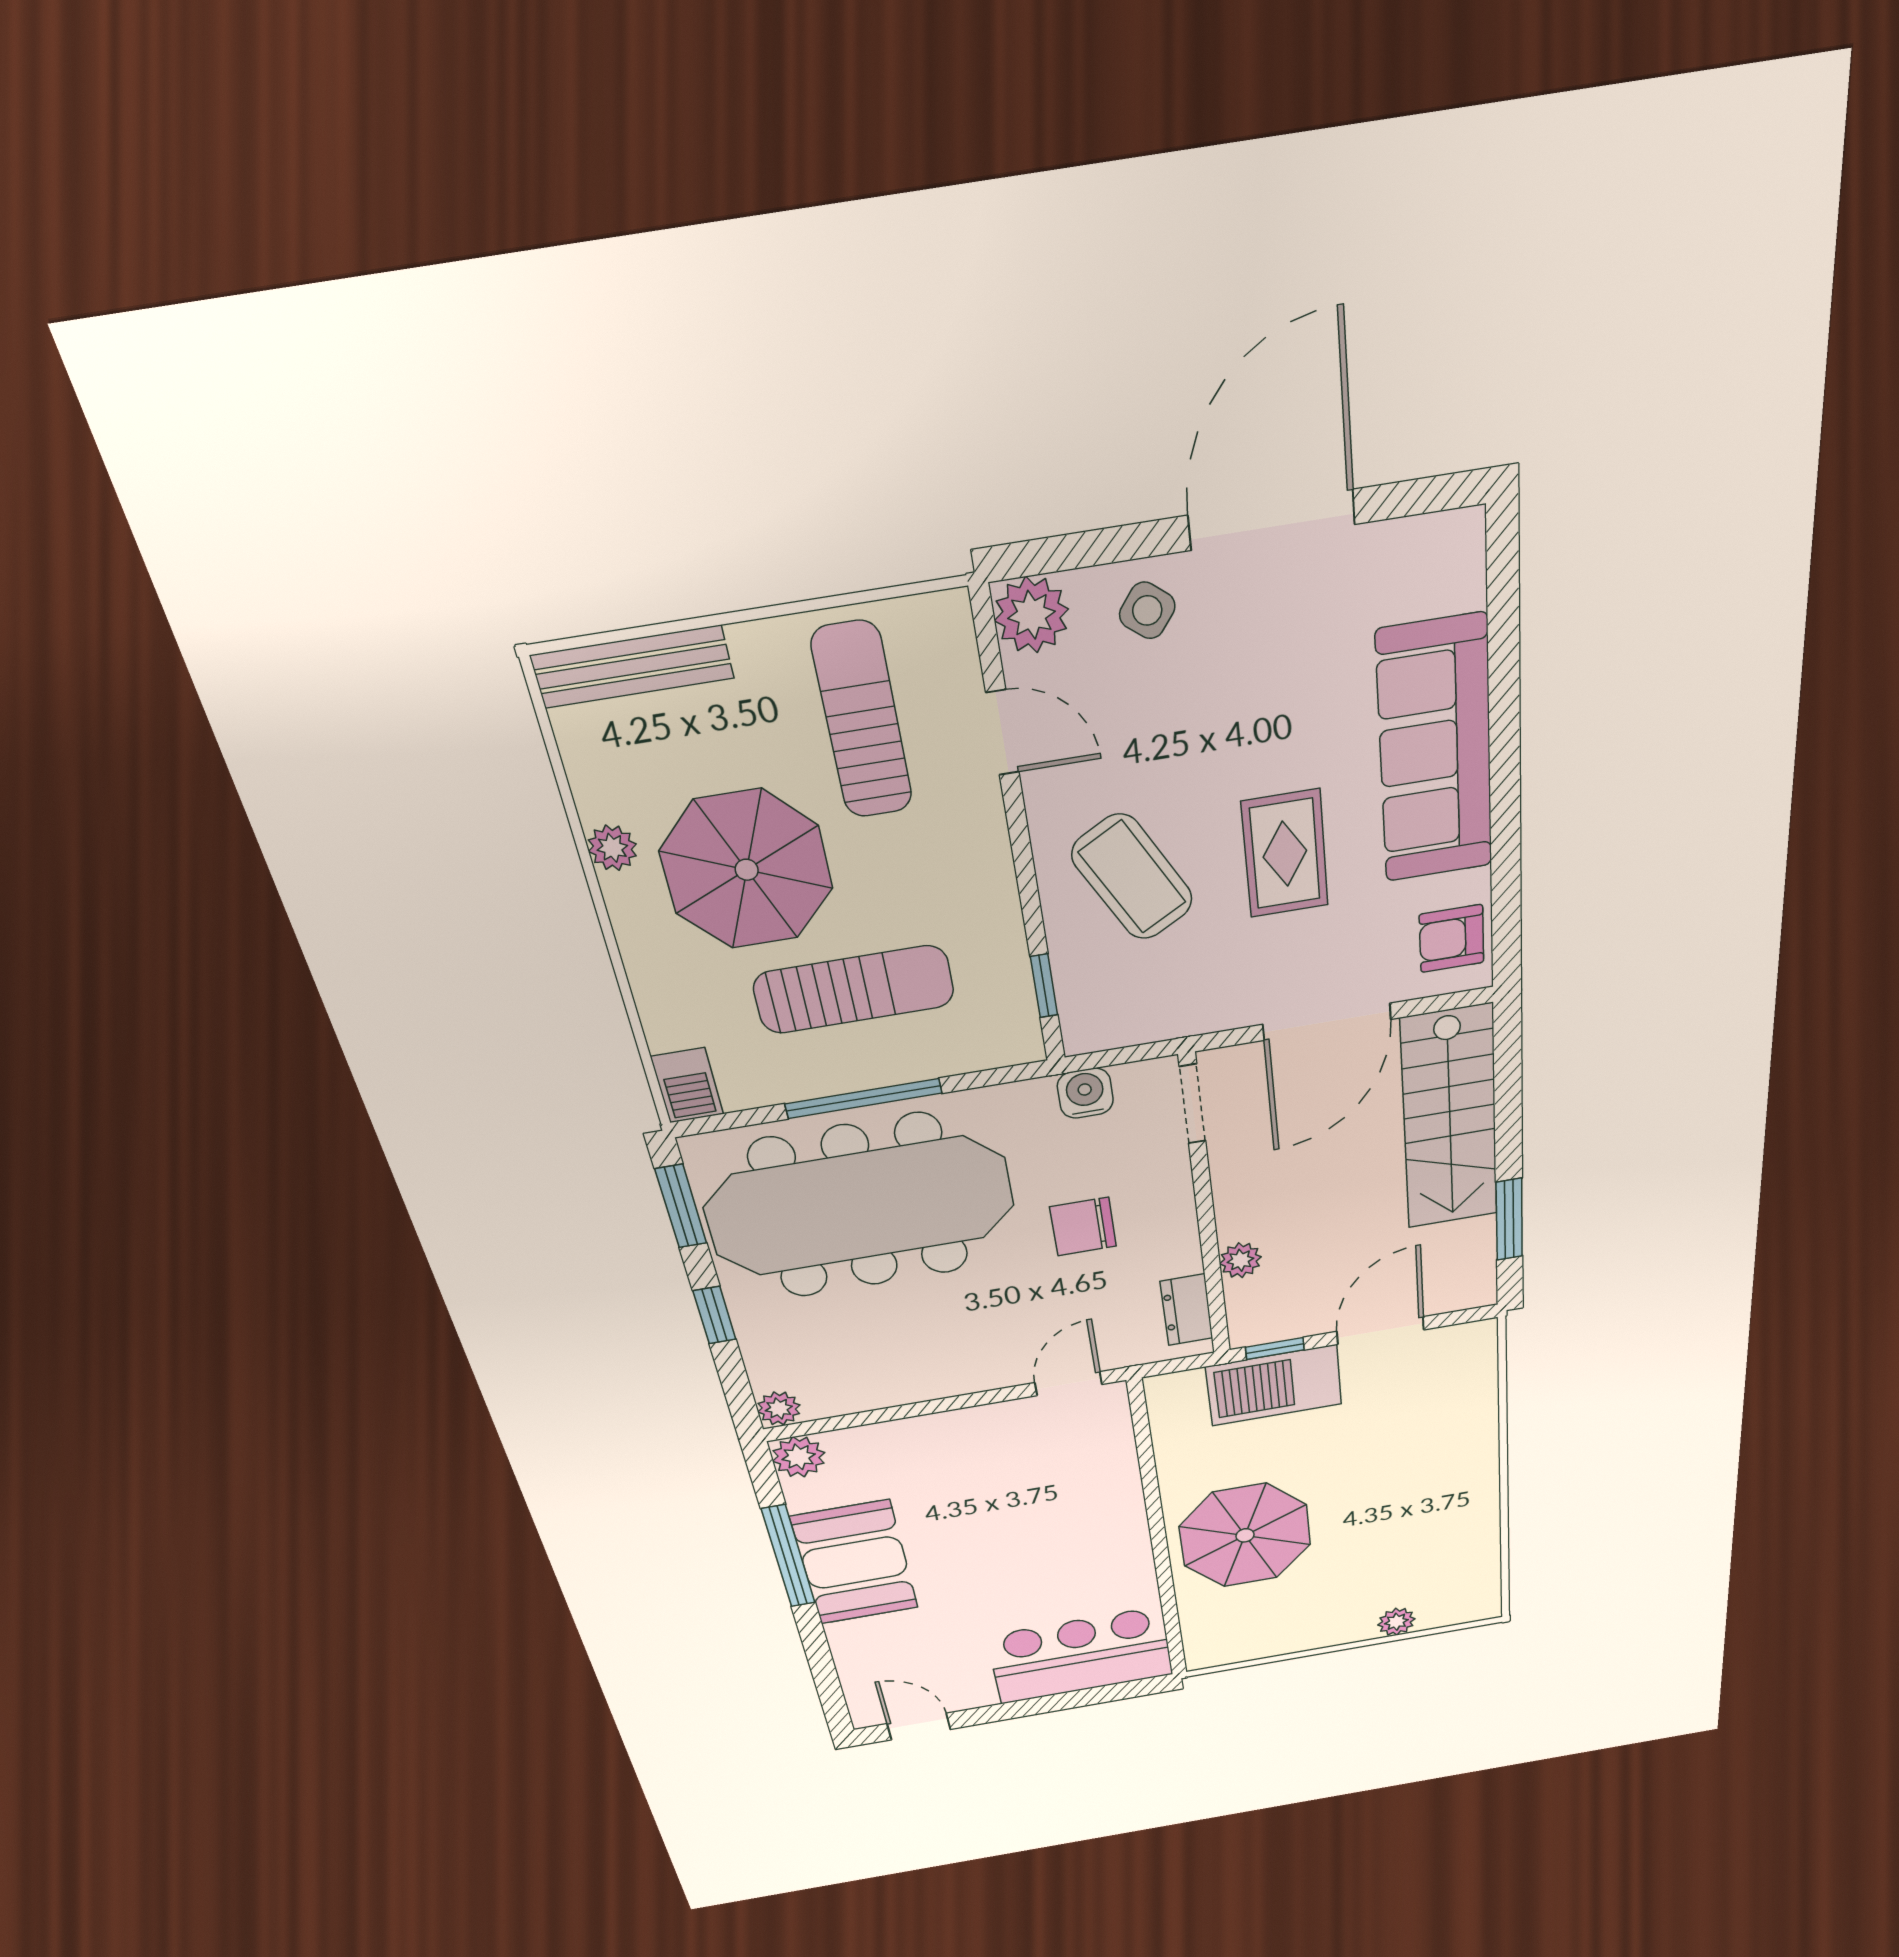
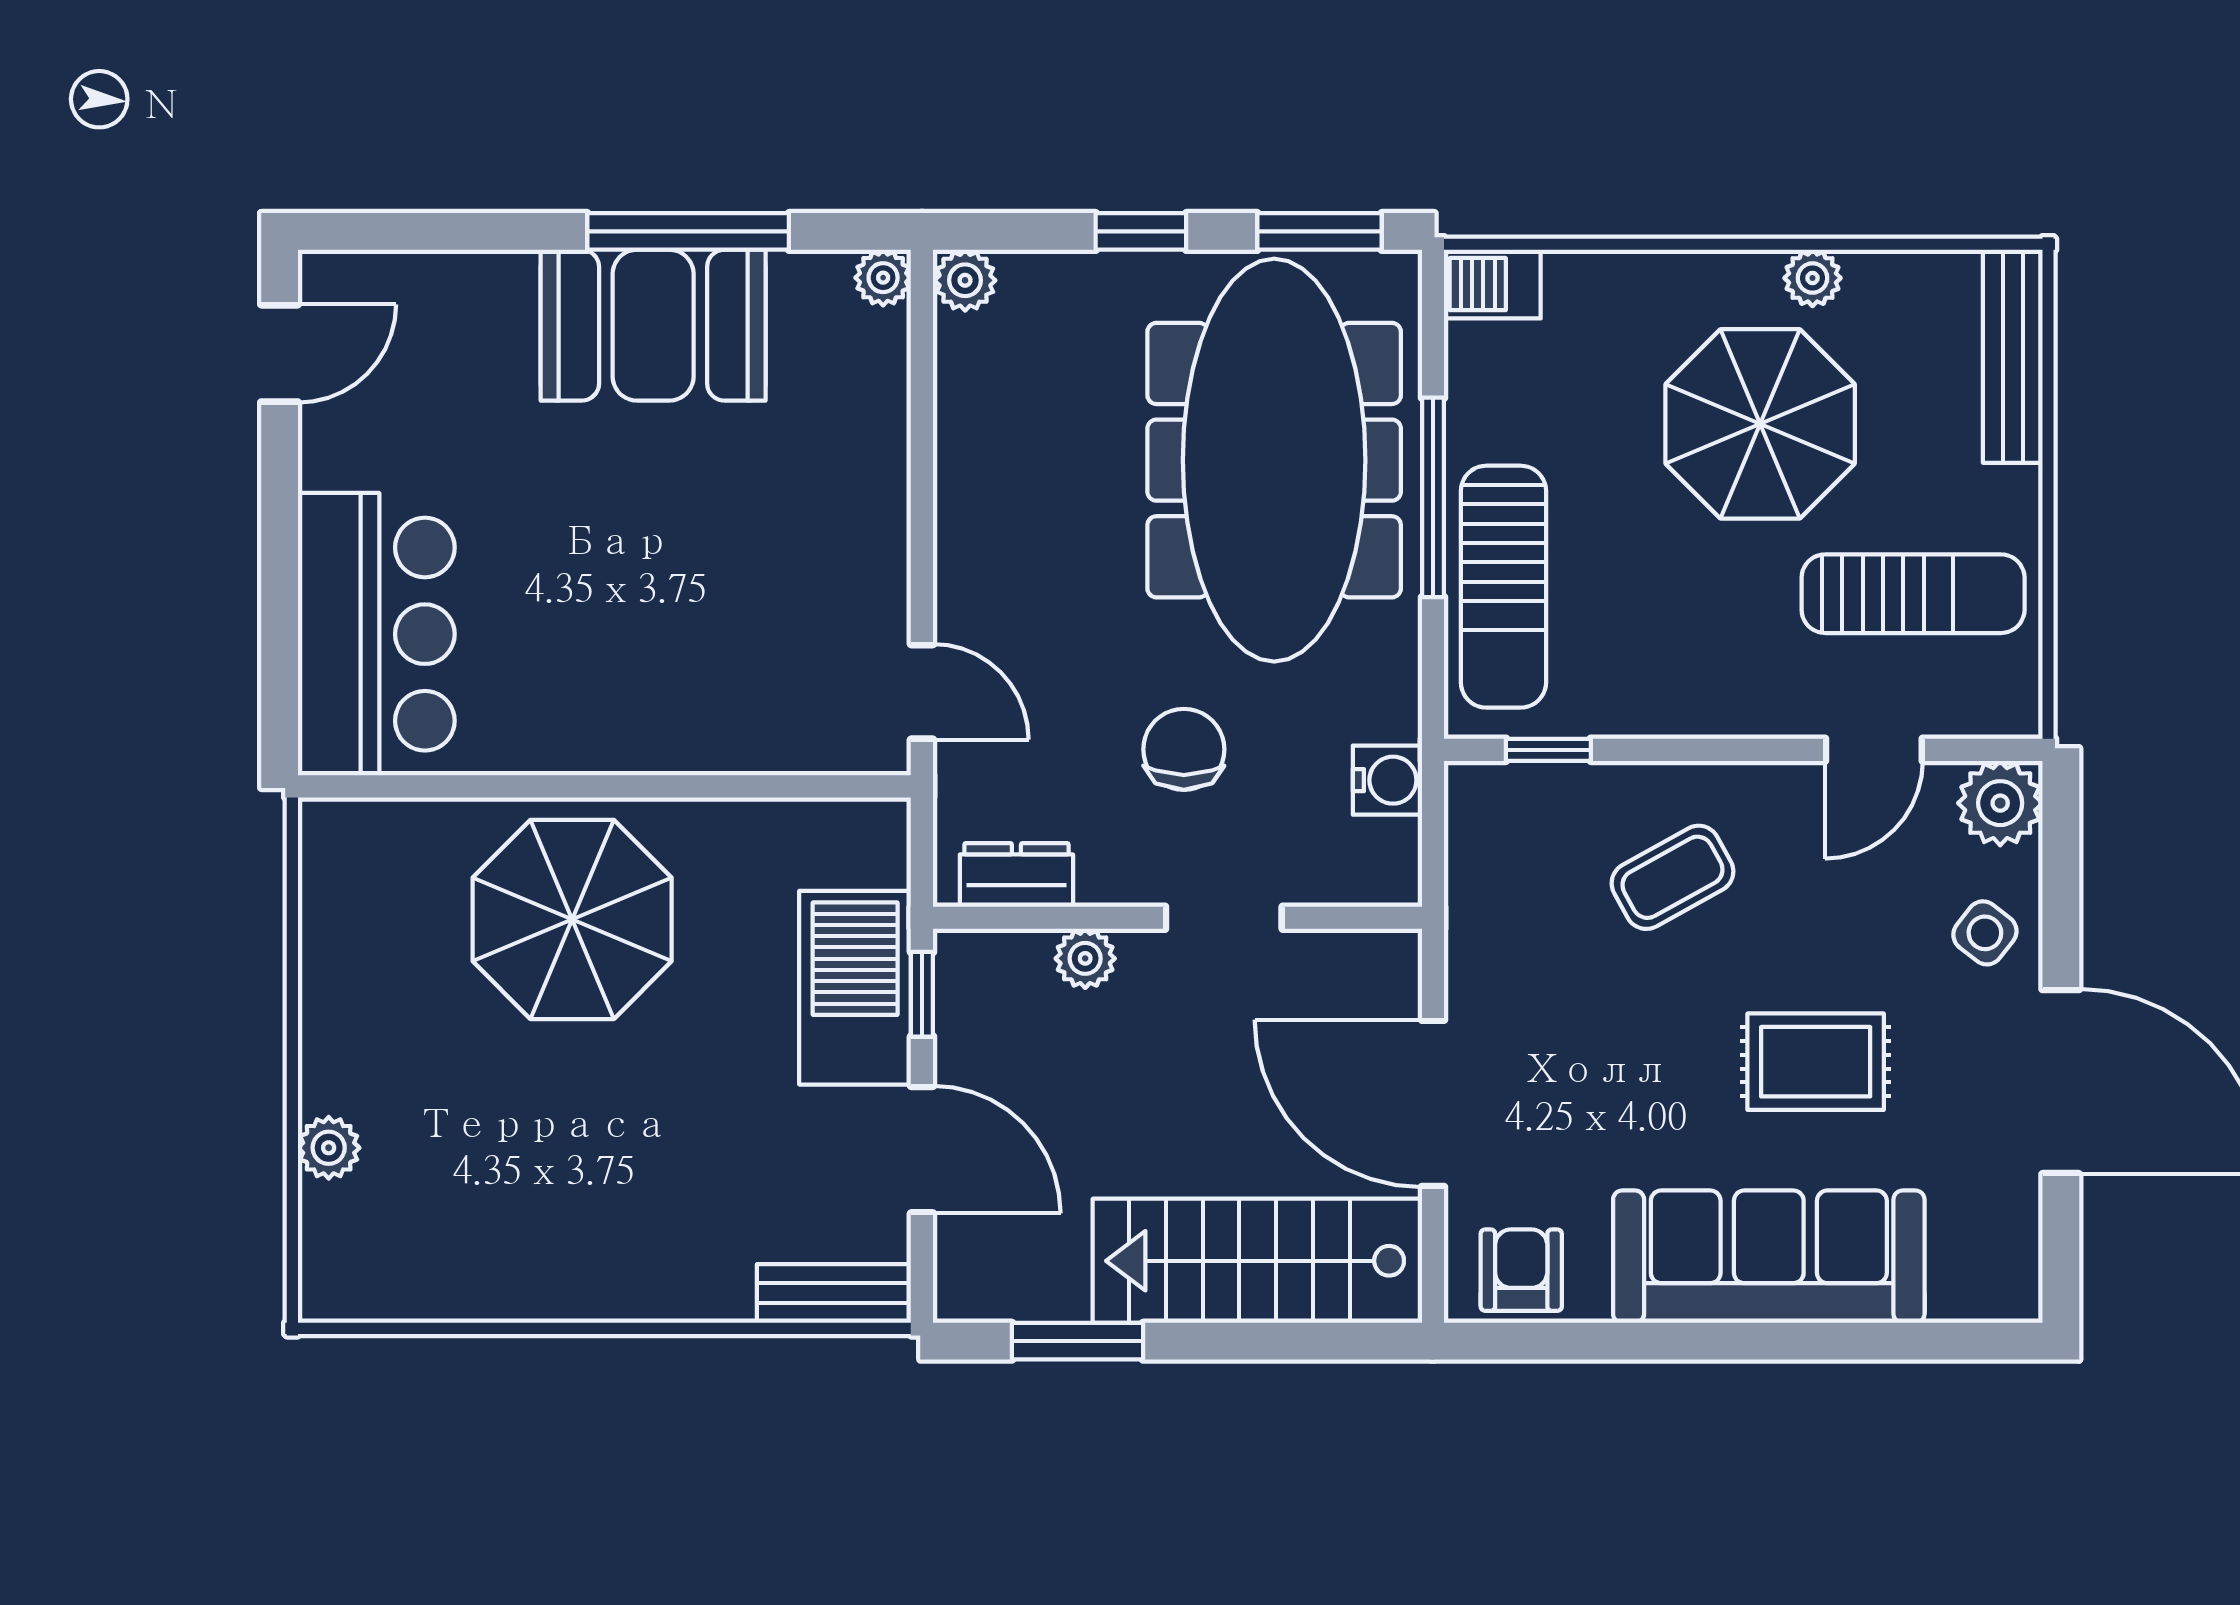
rug: (1285, 854) -> (1816, 1062), moved
coffee table: (1132, 877) -> (1673, 877), width x0.73, depth x0.77
sun lounger: (854, 990) -> (1503, 587), moved
doorway: (1193, 1104) -> (1224, 918), moved
bench: (1479, 1362) -> (834, 1293), added
plant: (799, 1457) -> (883, 278), width x0.73, depth x0.73

